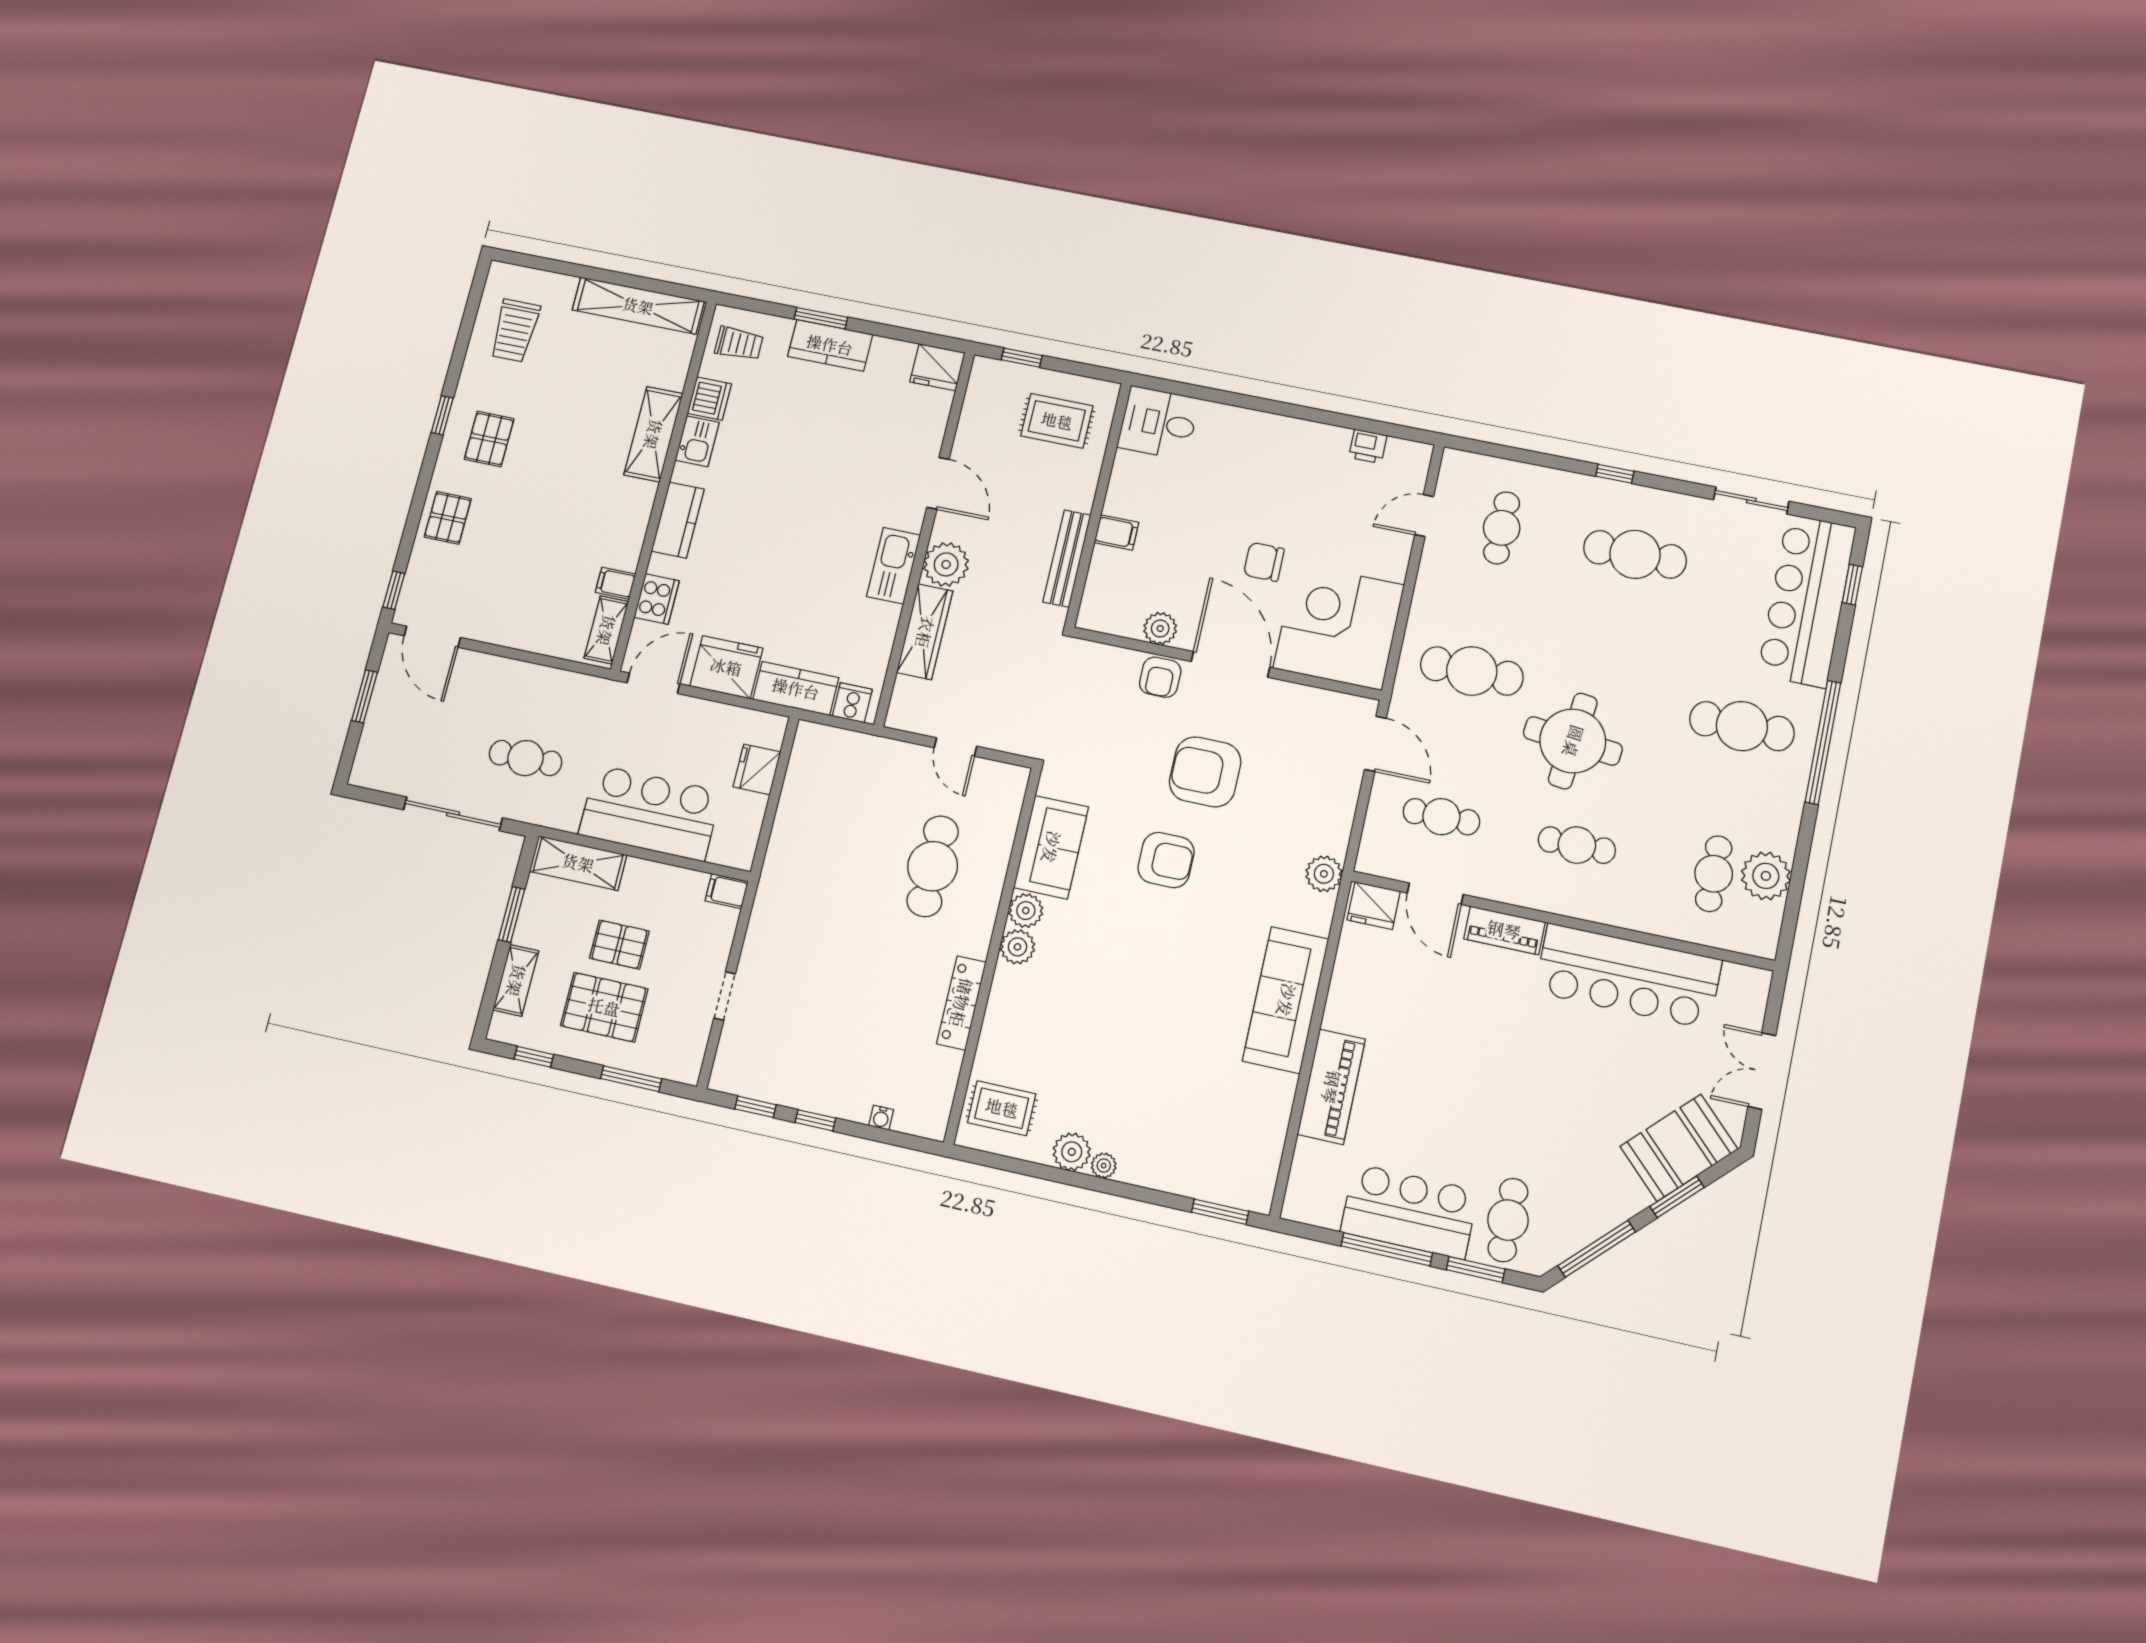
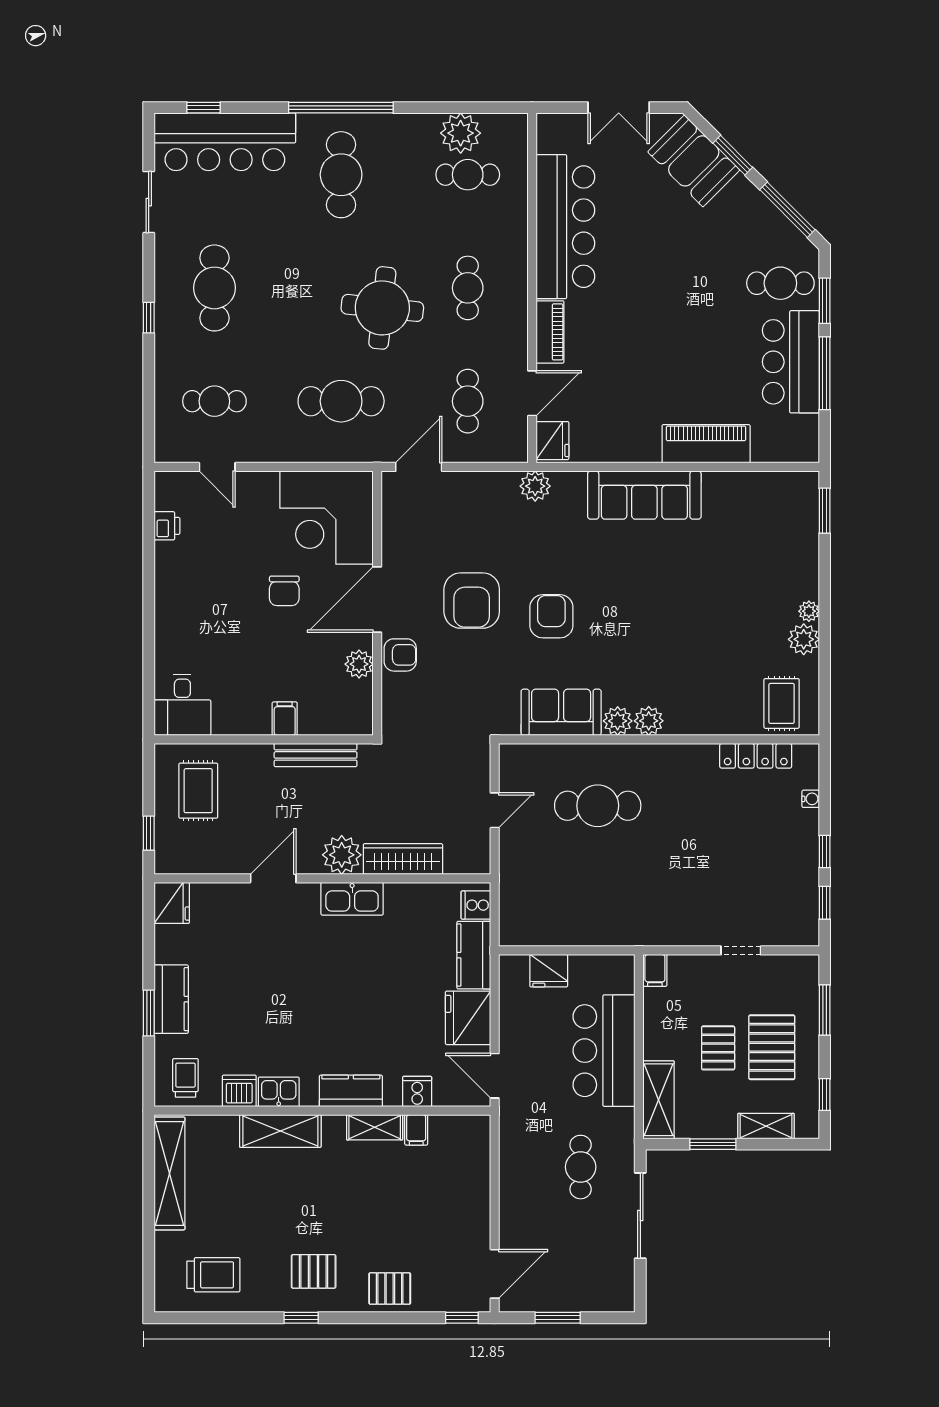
cooker: (657, 599) -> (417, 1091), width x0.73
shelving: (606, 630) -> (375, 1127), moved
cafe table: (1472, 671) -> (341, 401), turned 90
locker: (961, 1003) -> (756, 756), moved

